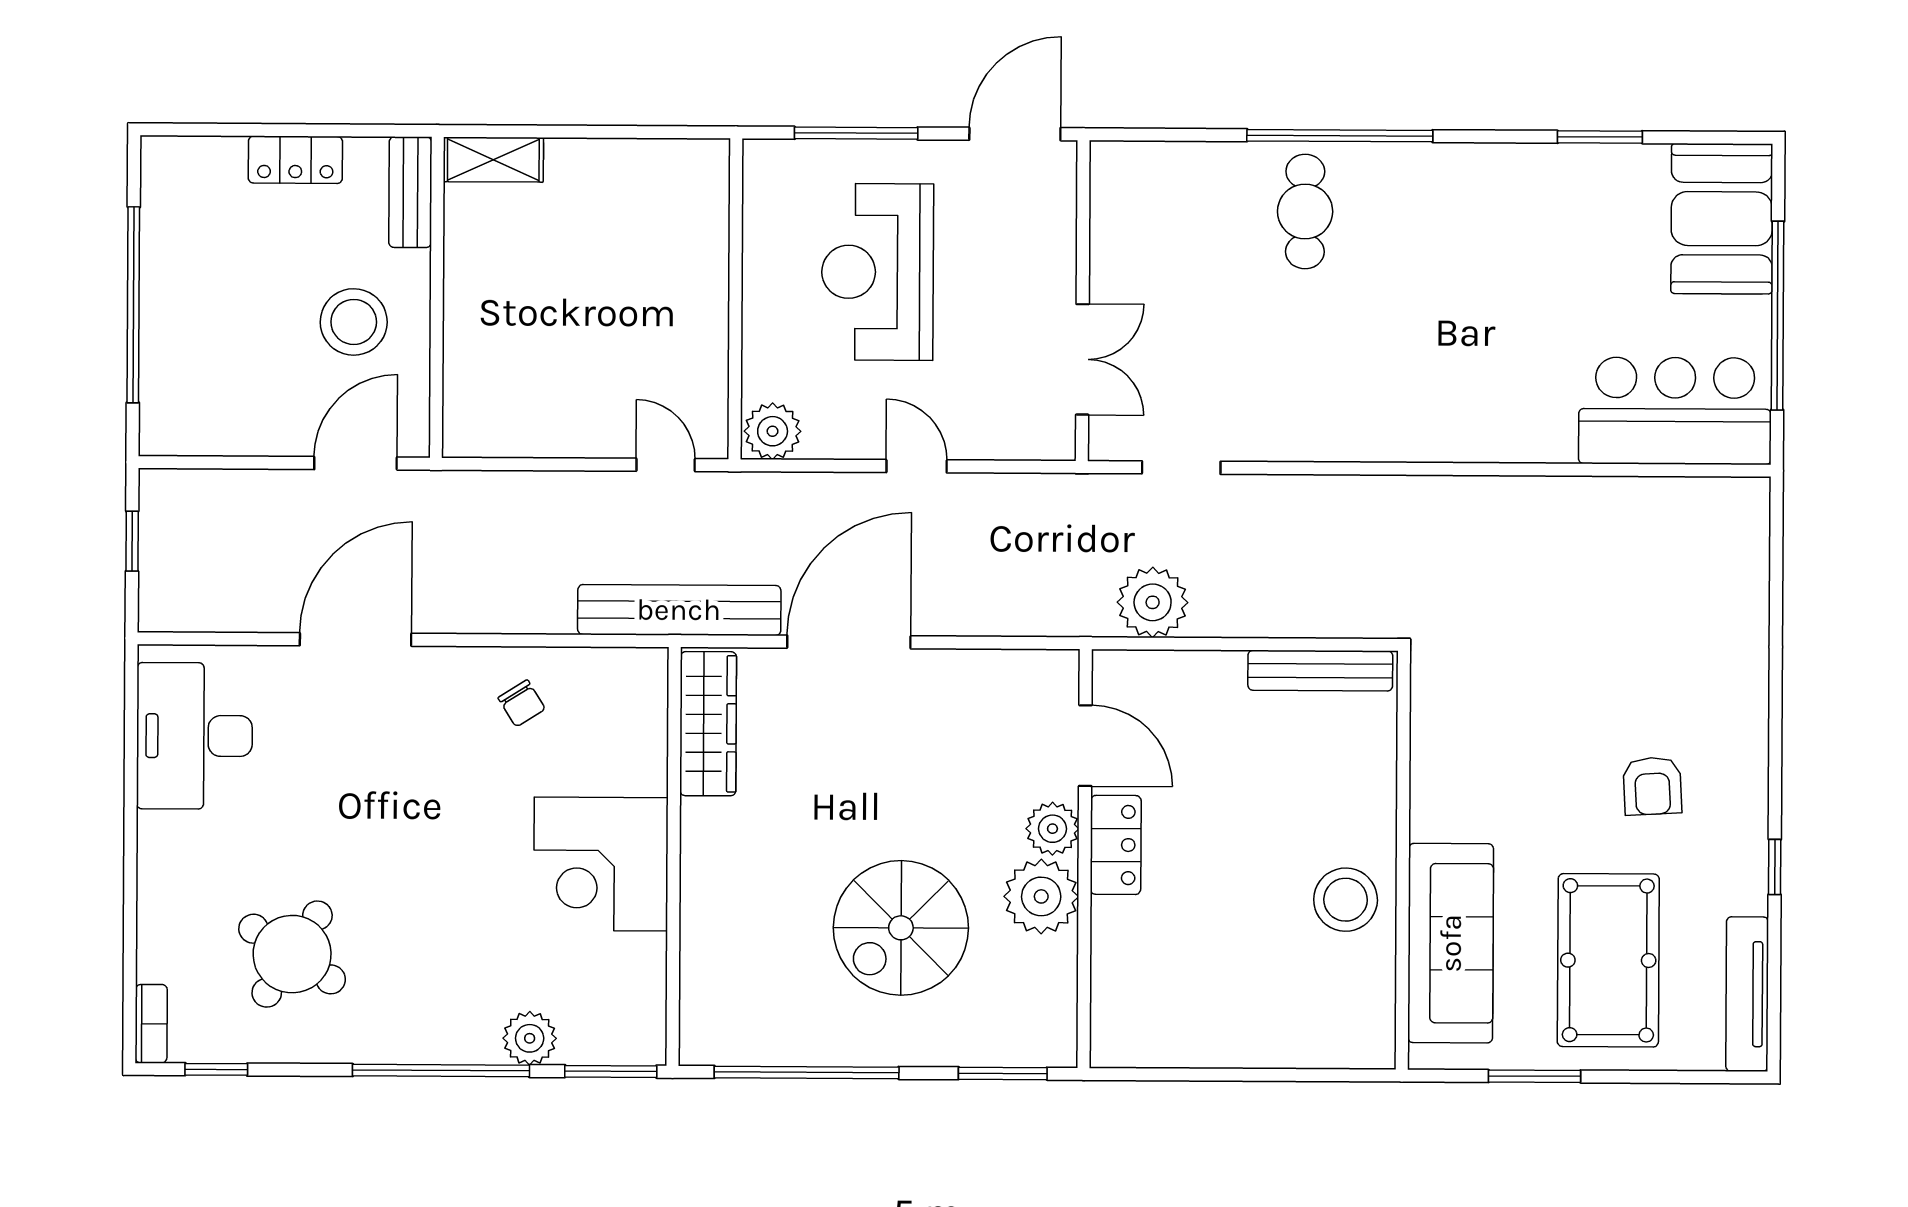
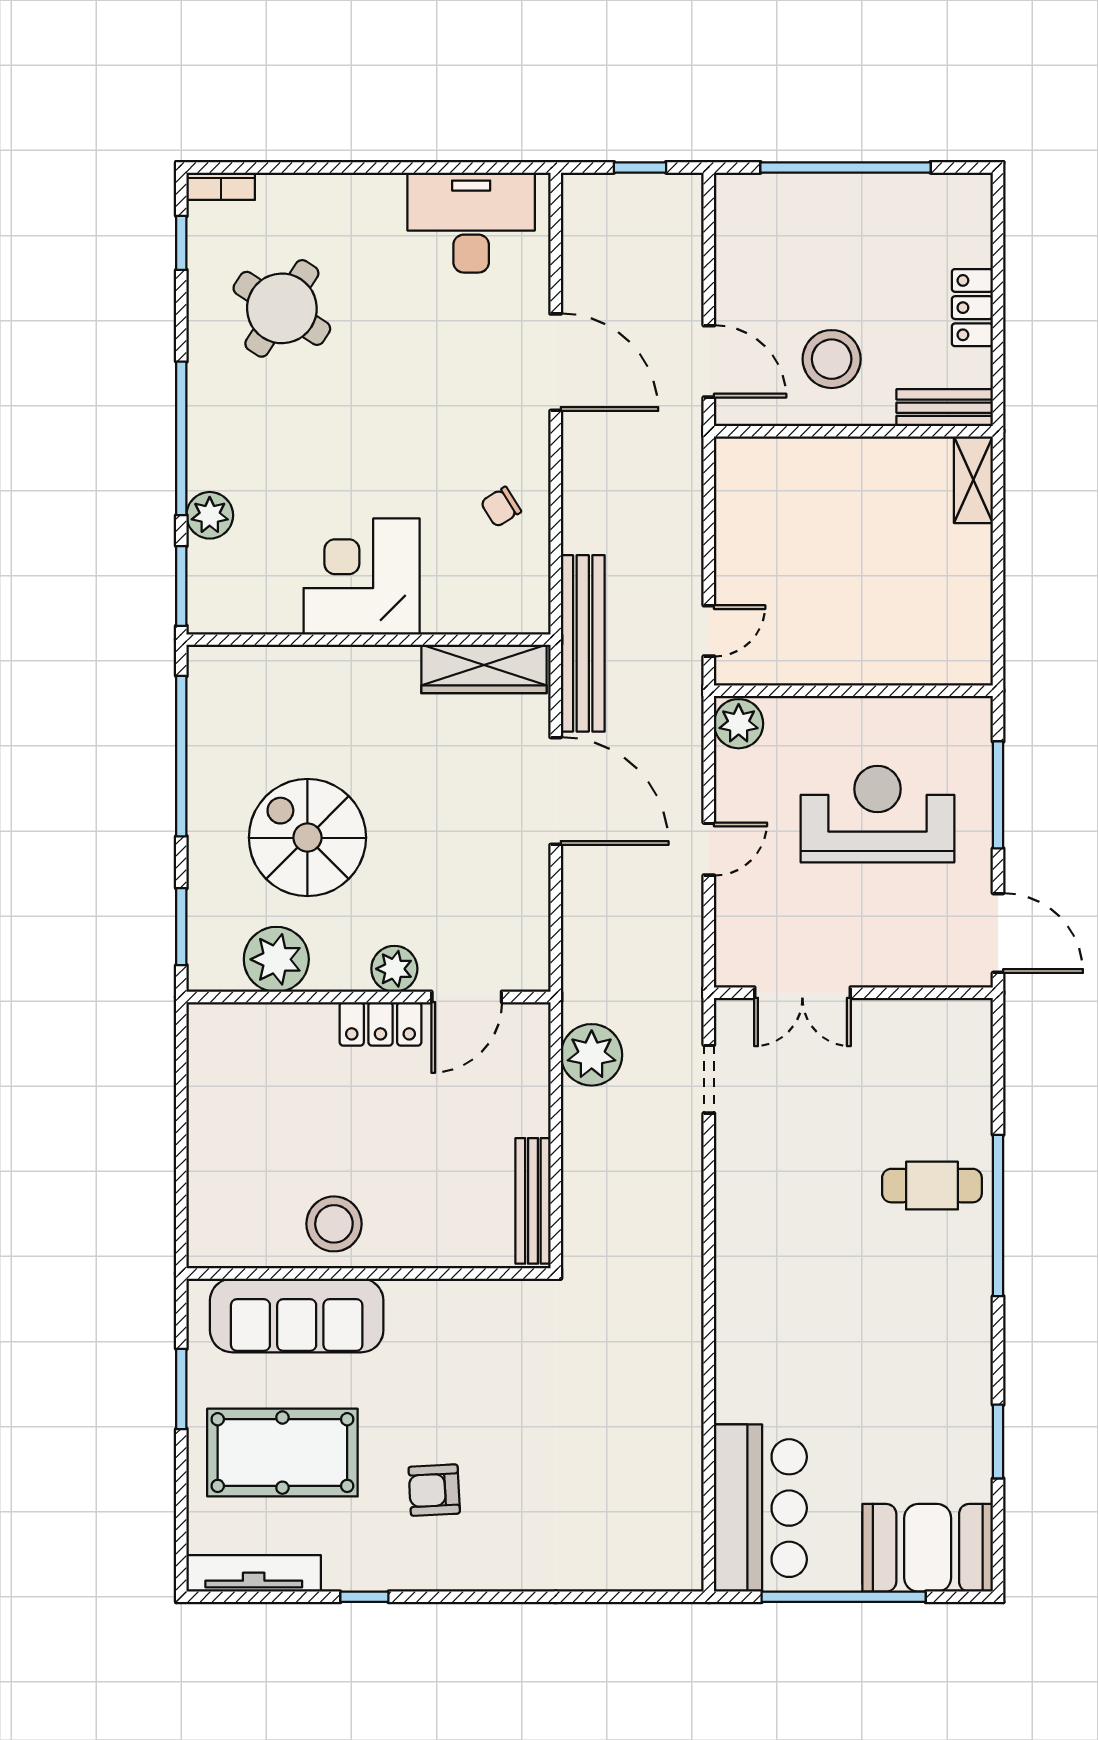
plant: (1041, 896) -> (276, 959), moved

